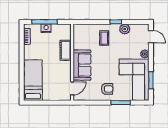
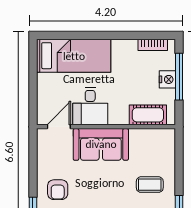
cot: (66, 50) -> (148, 115), moved
desk: (61, 71) -> (90, 106), added
door: (72, 88) -> (59, 127), swing flipped

